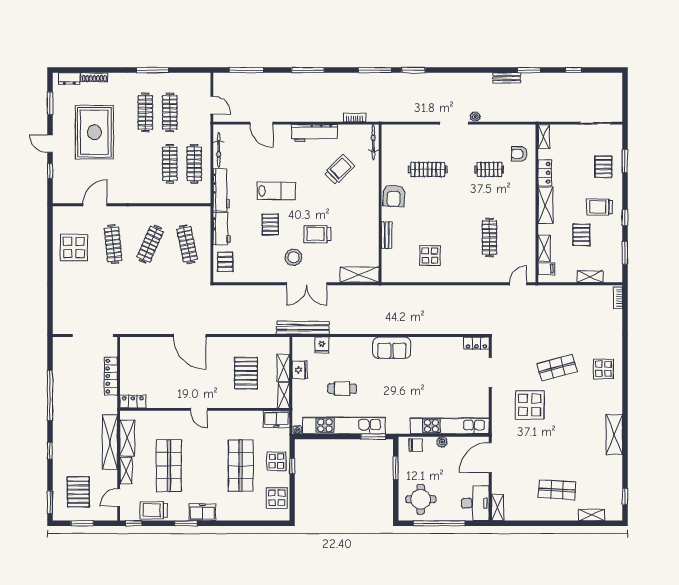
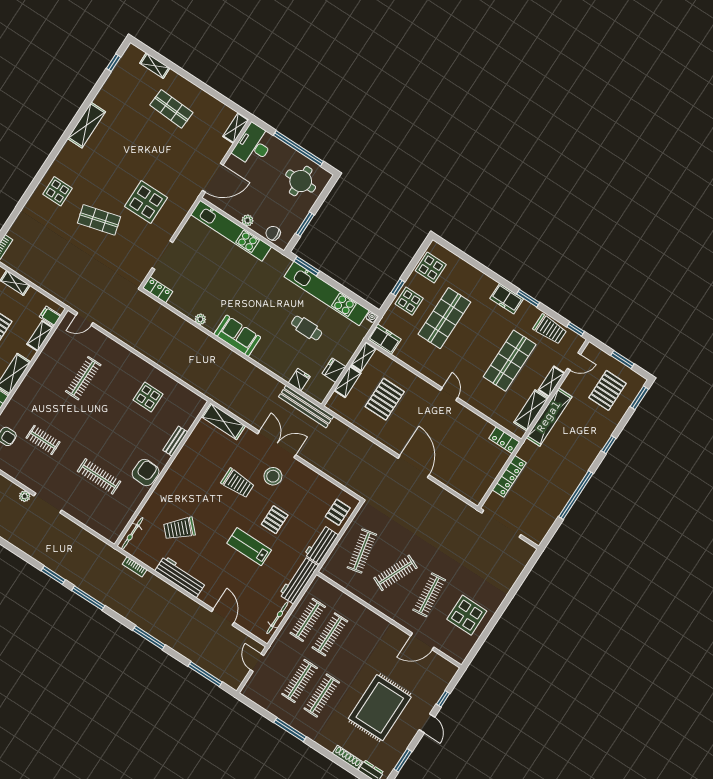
plant: (429, 342) -> (200, 319), added

